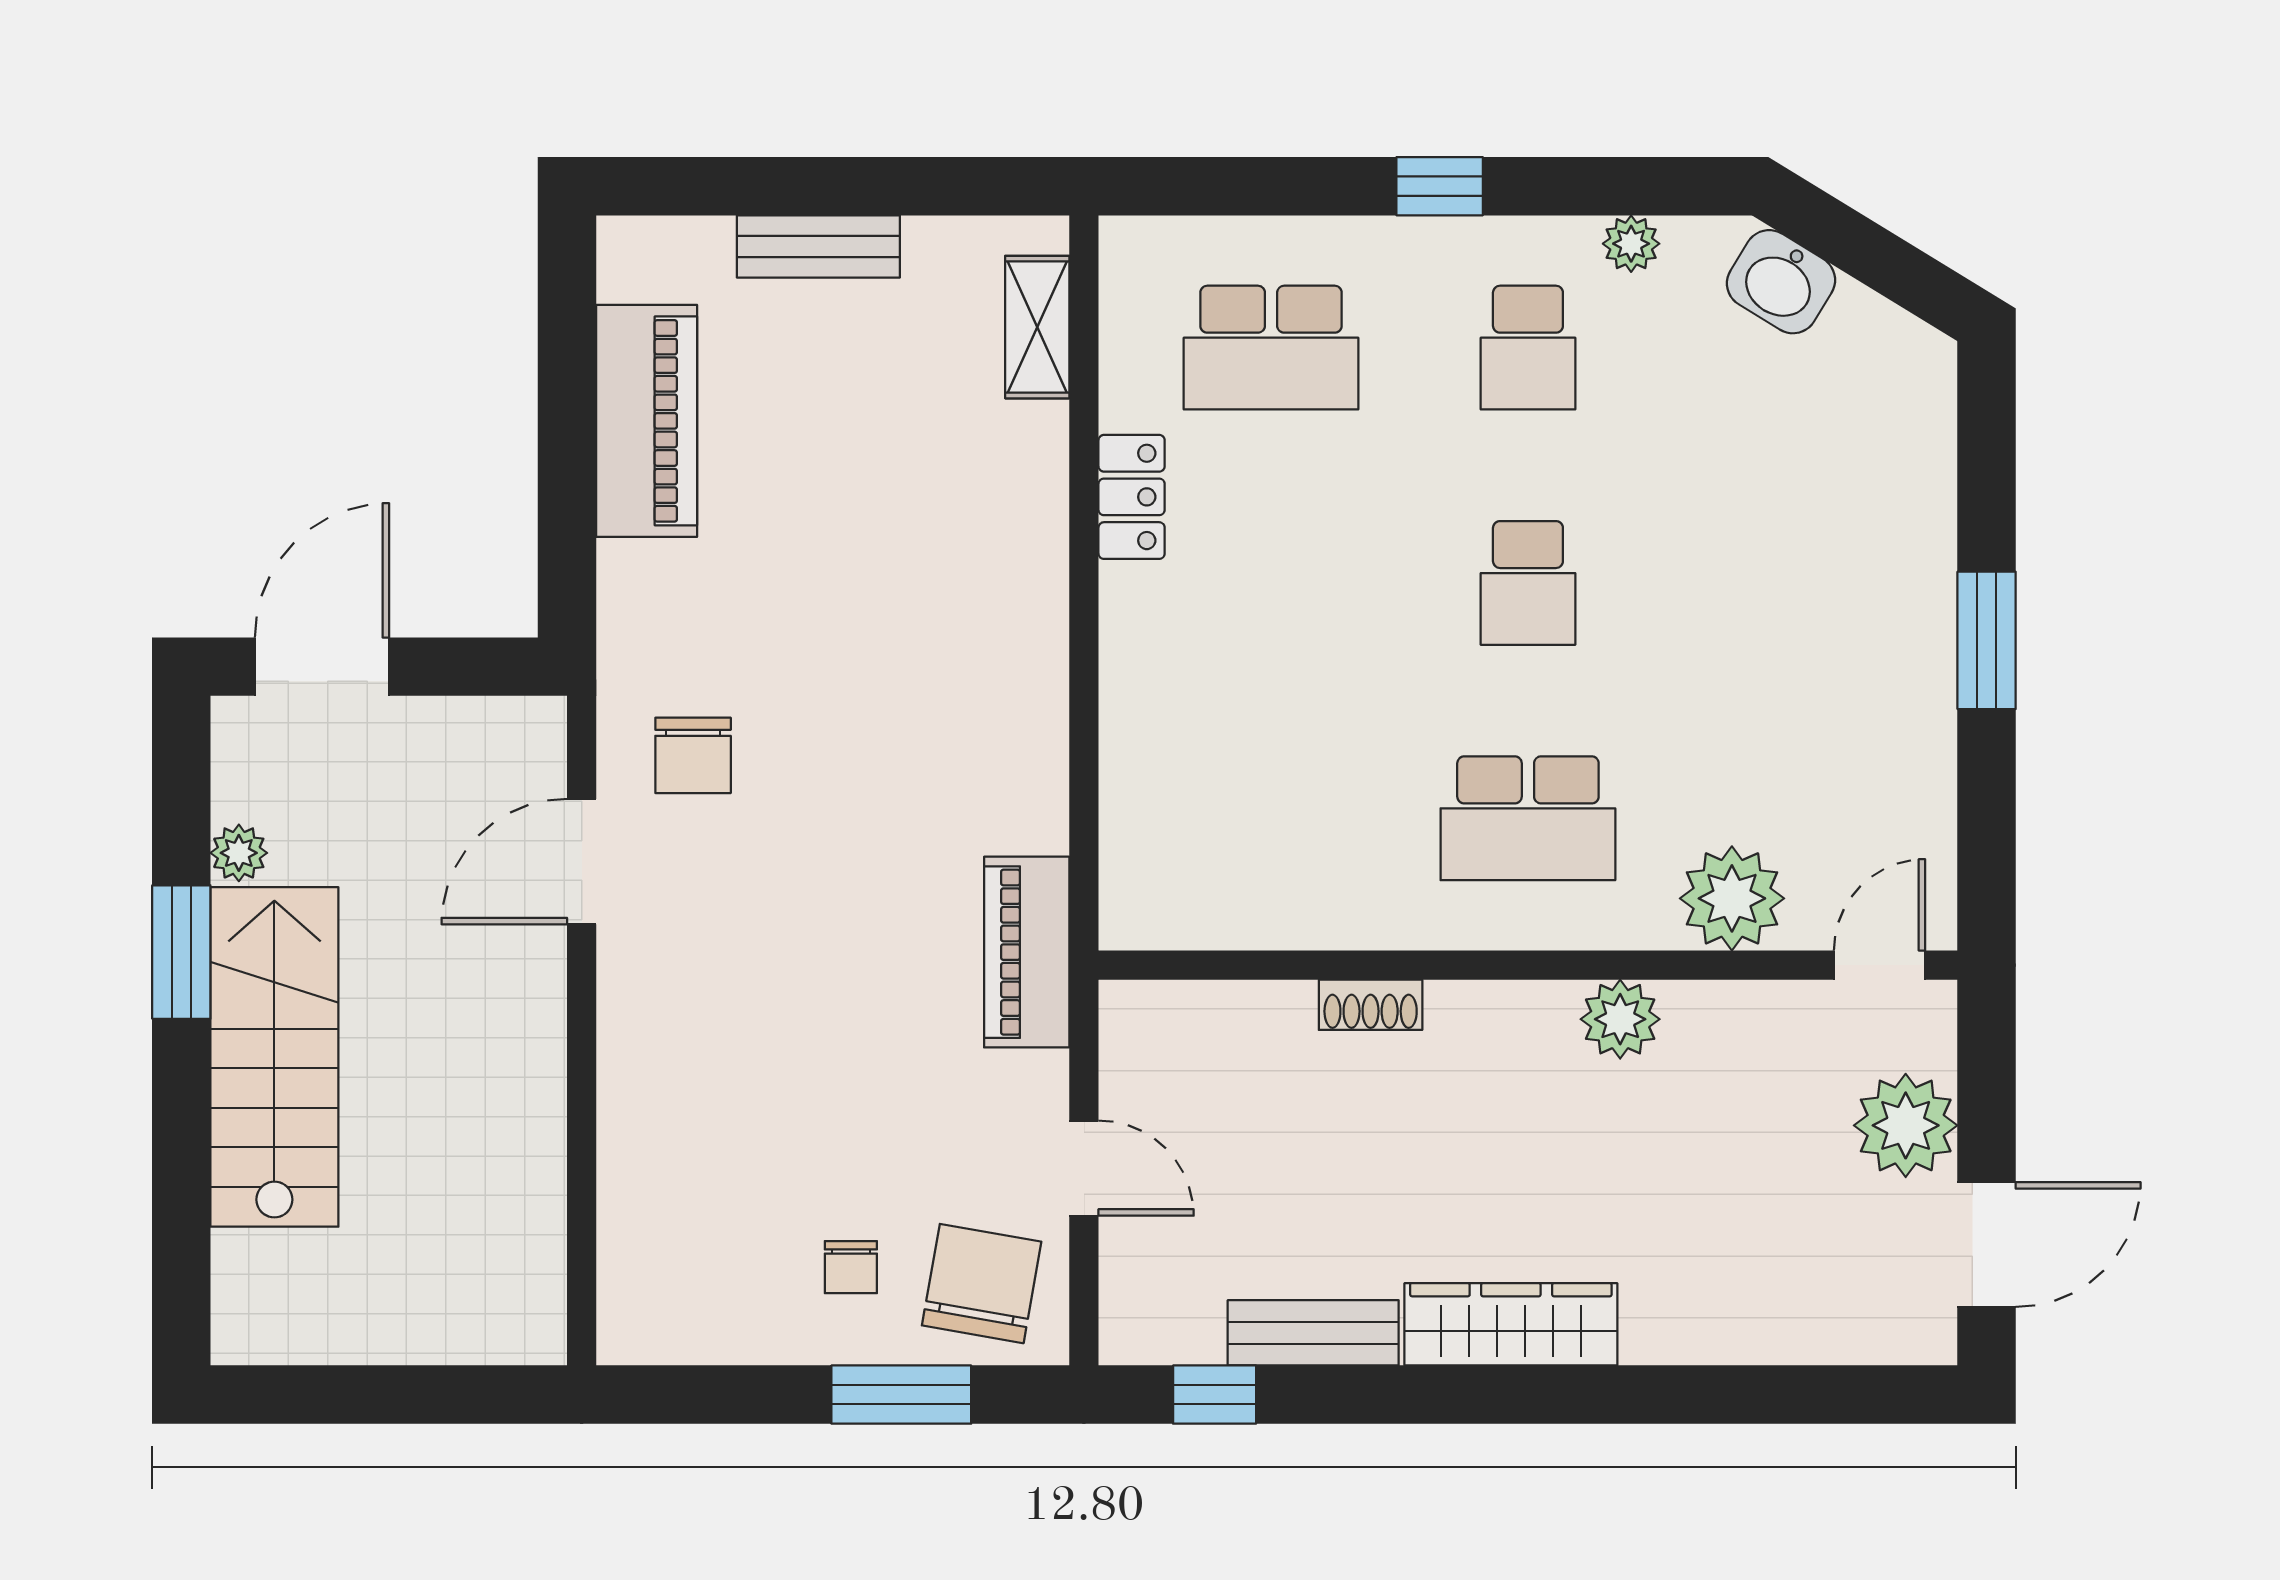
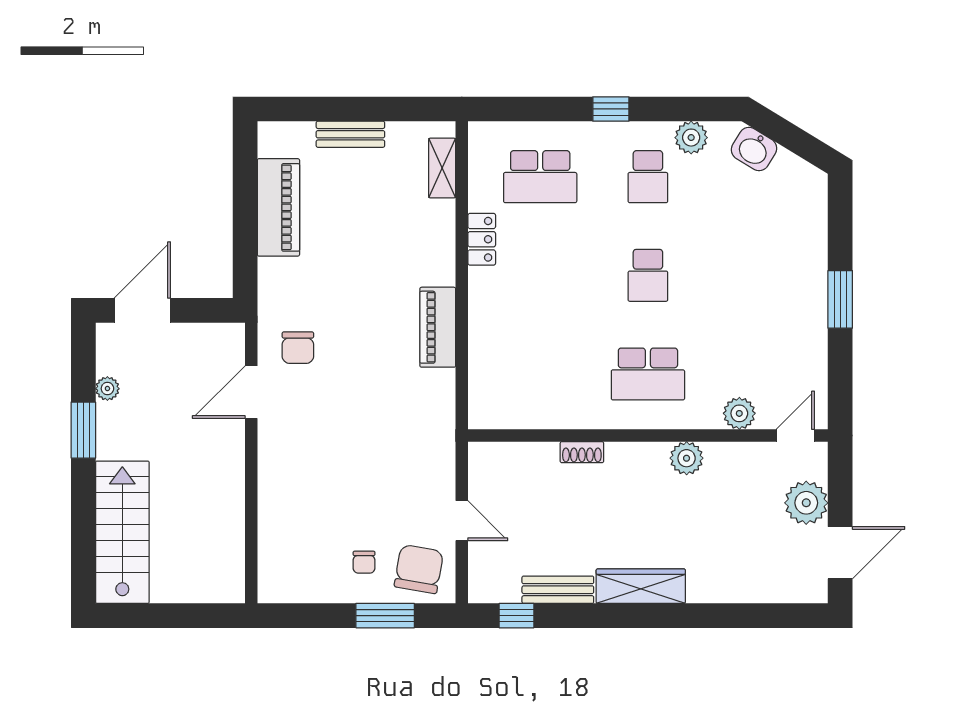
plant: (1631, 244) -> (691, 138), width x1.38, depth x1.38
plant: (1732, 898) -> (739, 413), width x0.73, depth x0.73
piano: (1027, 952) -> (438, 327), moved
stairs: (274, 1057) -> (122, 532), moved

